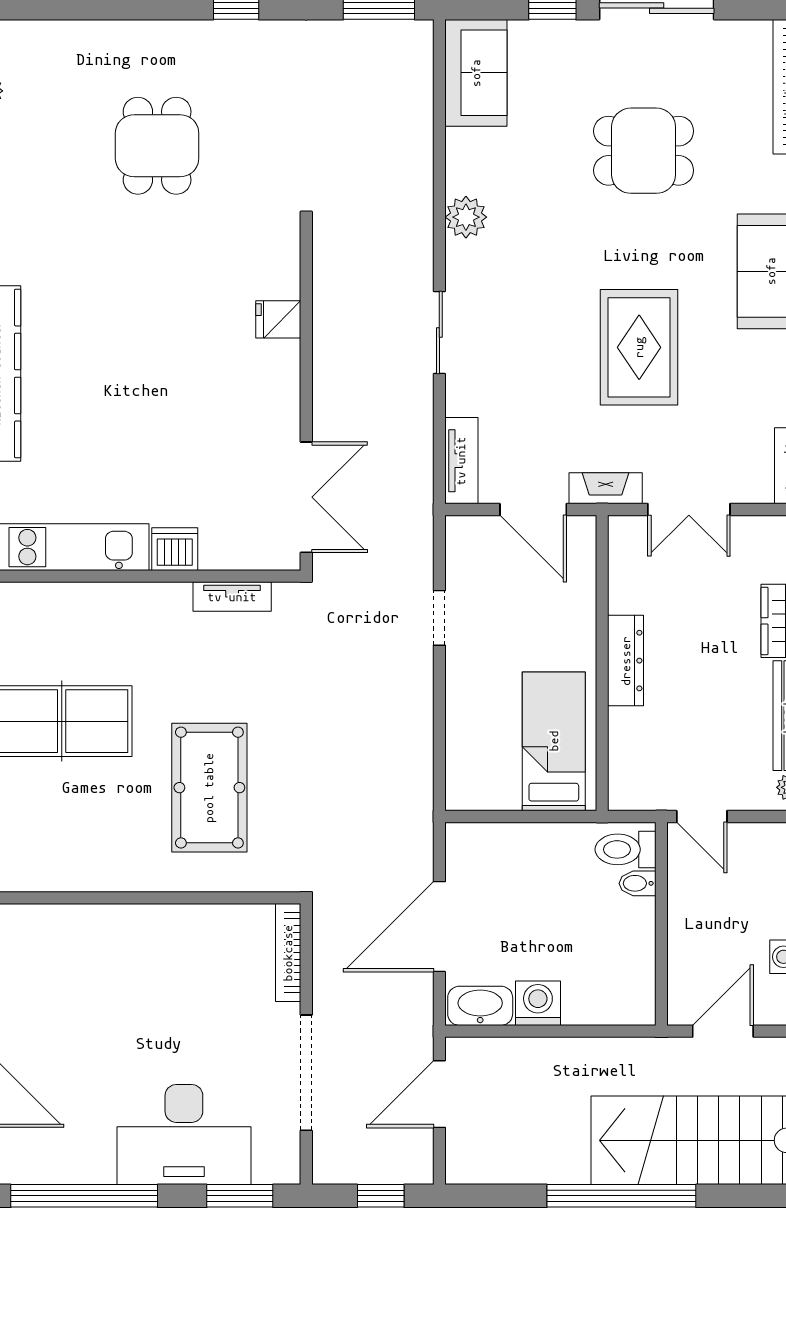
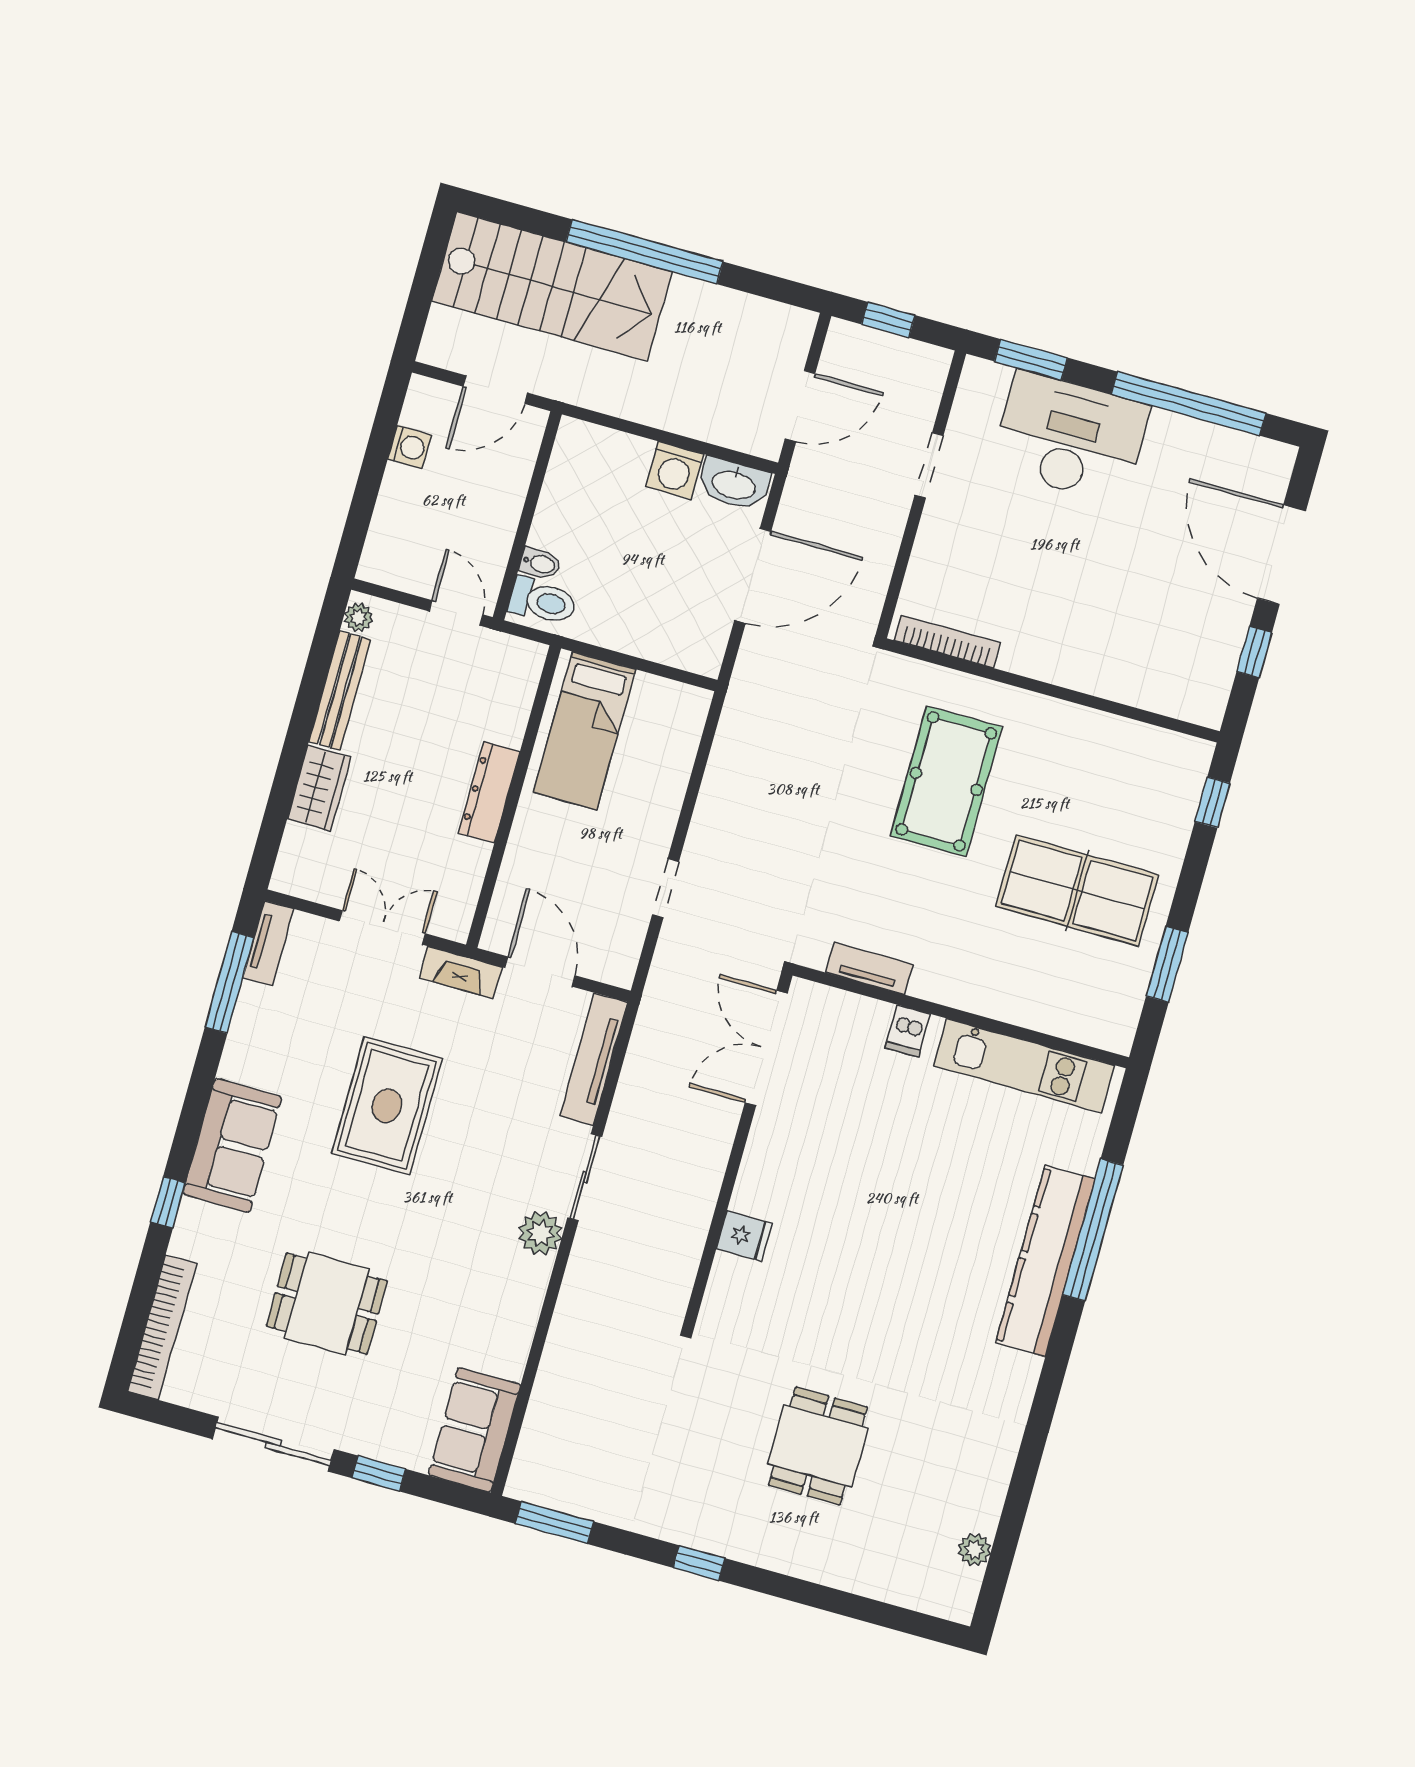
plant: (466, 217) -> (540, 1233), moved
tv unit: (461, 461) -> (594, 1059), width x1.41
dishwasher: (175, 549) -> (908, 1031), width x0.73
bookcase: (288, 953) -> (947, 642), moved, turned -90
doorway: (306, 1073) -> (929, 465), width x0.53

